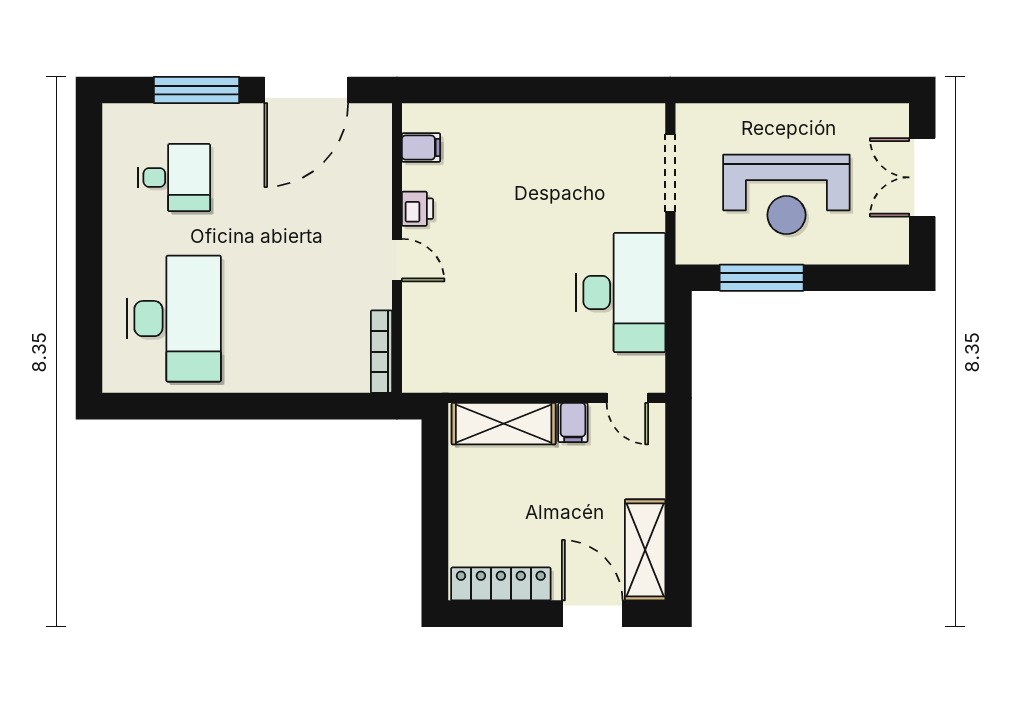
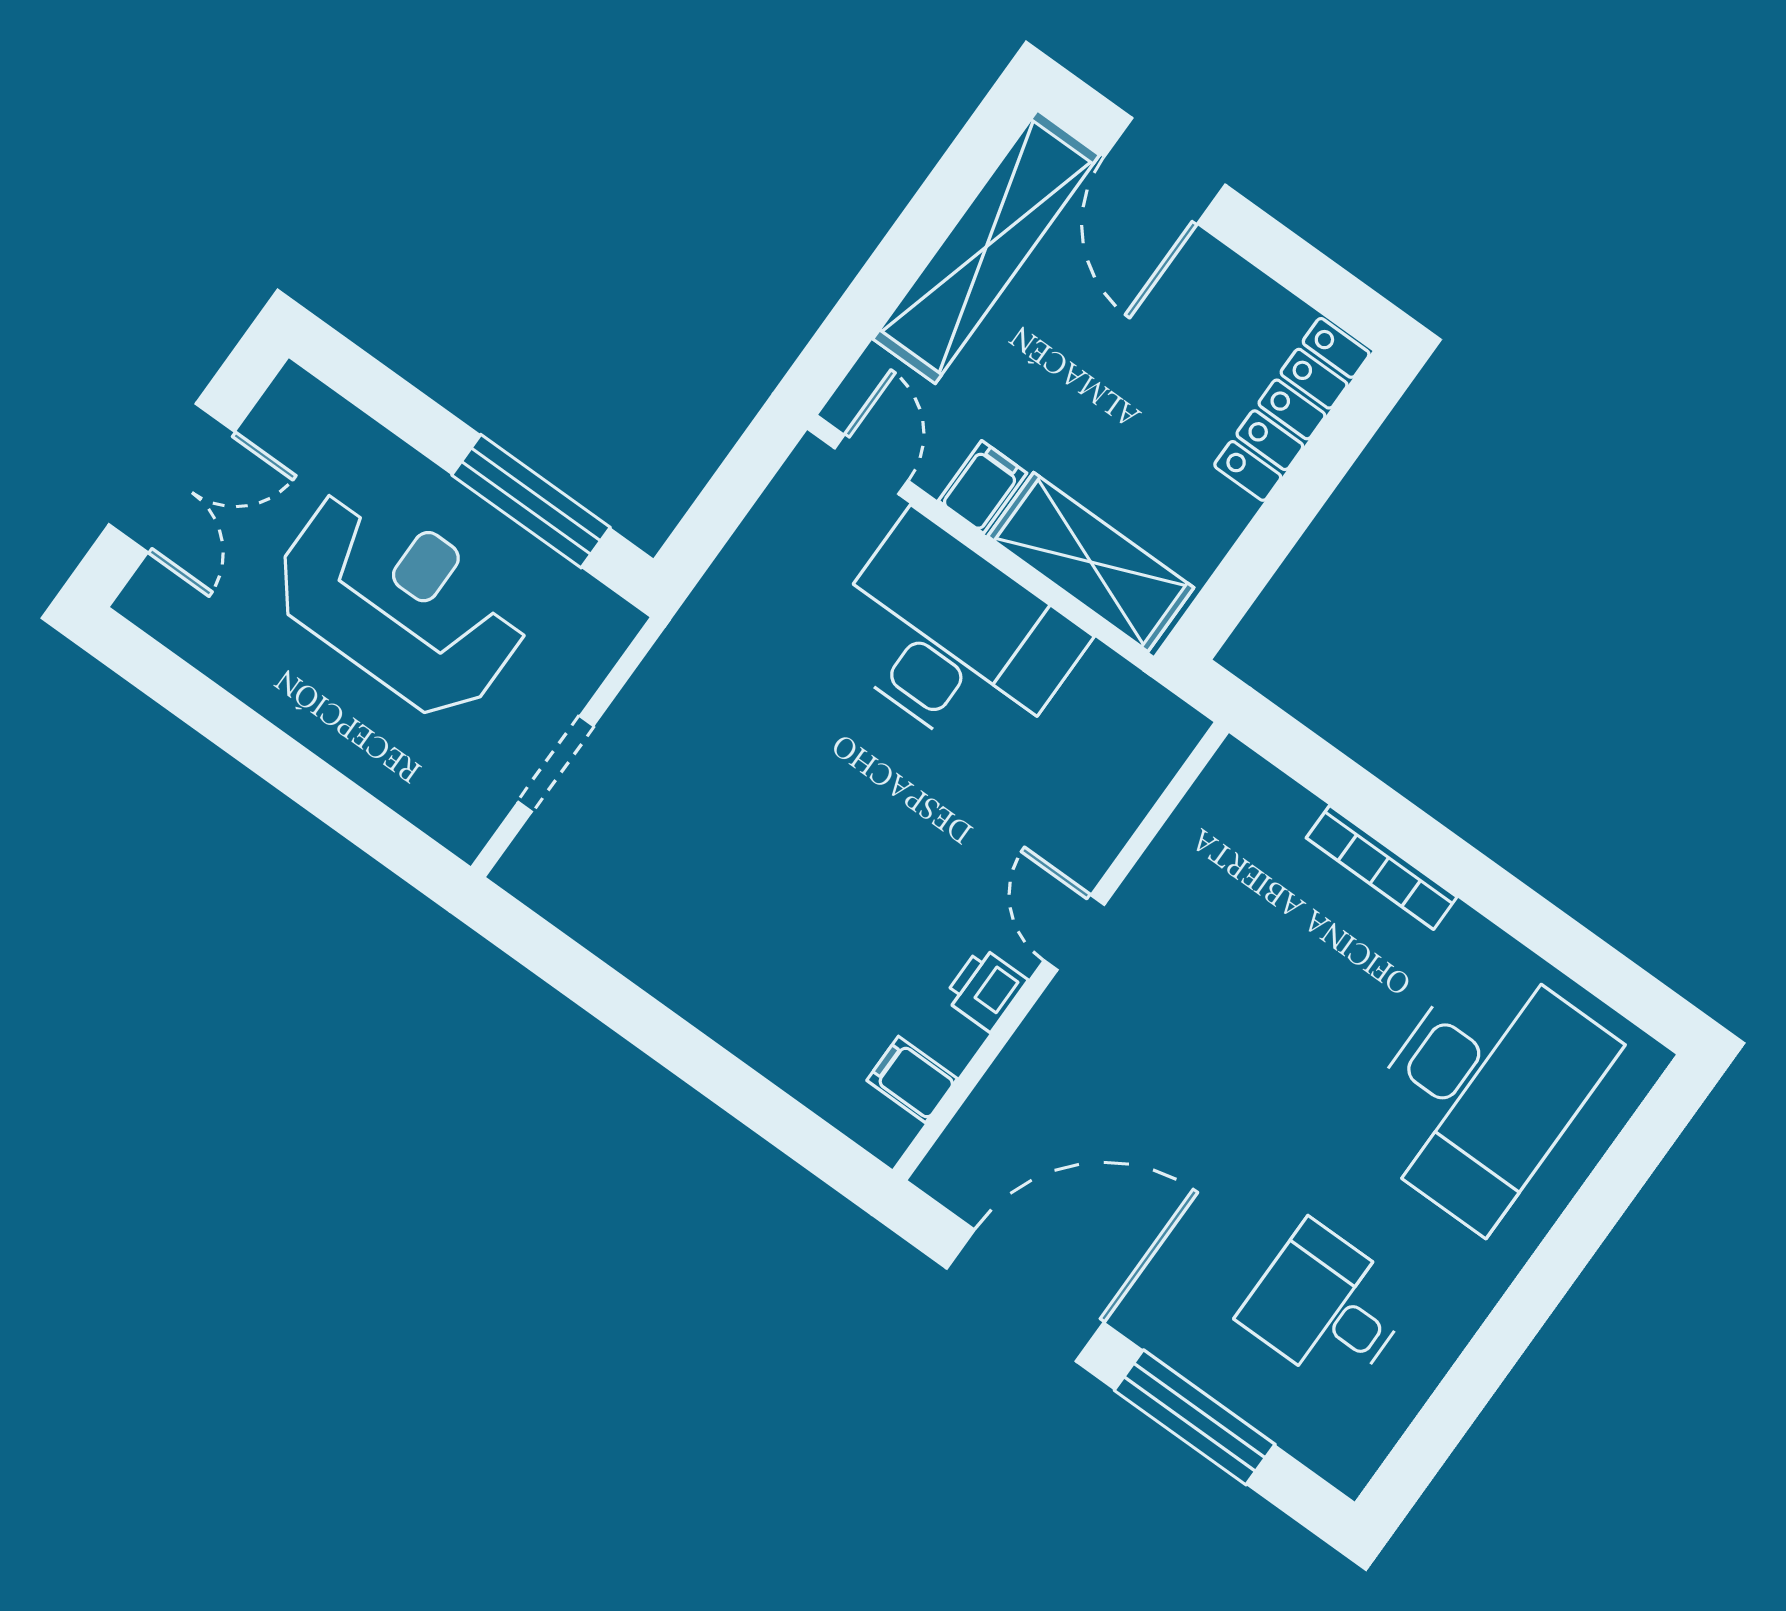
doorway: (670, 173) -> (556, 764), width x0.73
desk: (621, 292) -> (953, 639), moved, turned 90
desk: (174, 319) -> (1483, 1090), turned 180
bookcase: (381, 352) -> (1382, 867), moved, turned 90
shelving: (645, 550) -> (986, 247), width x1.47
locker: (501, 584) -> (1292, 409), moved, turned 90

